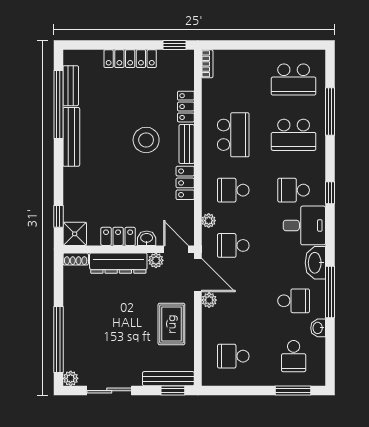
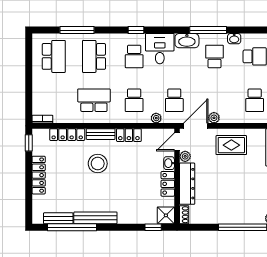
locker: (186, 107) -> (67, 135), width x1.53
school desk: (294, 135) -> (94, 56), turned 180

